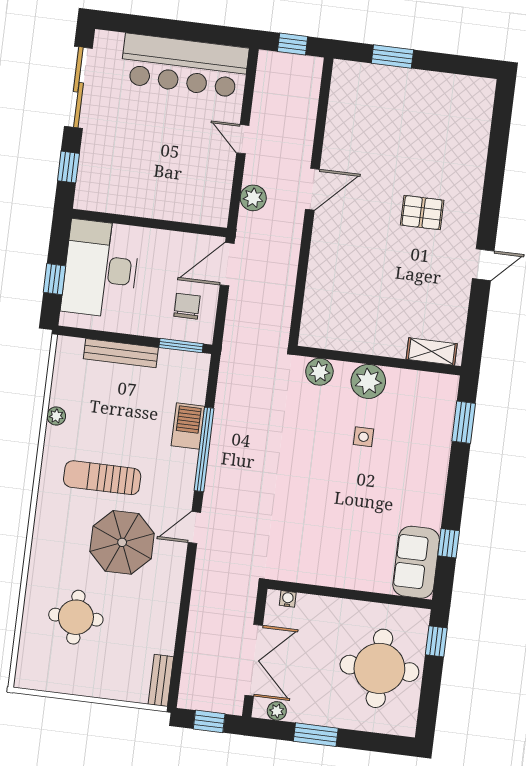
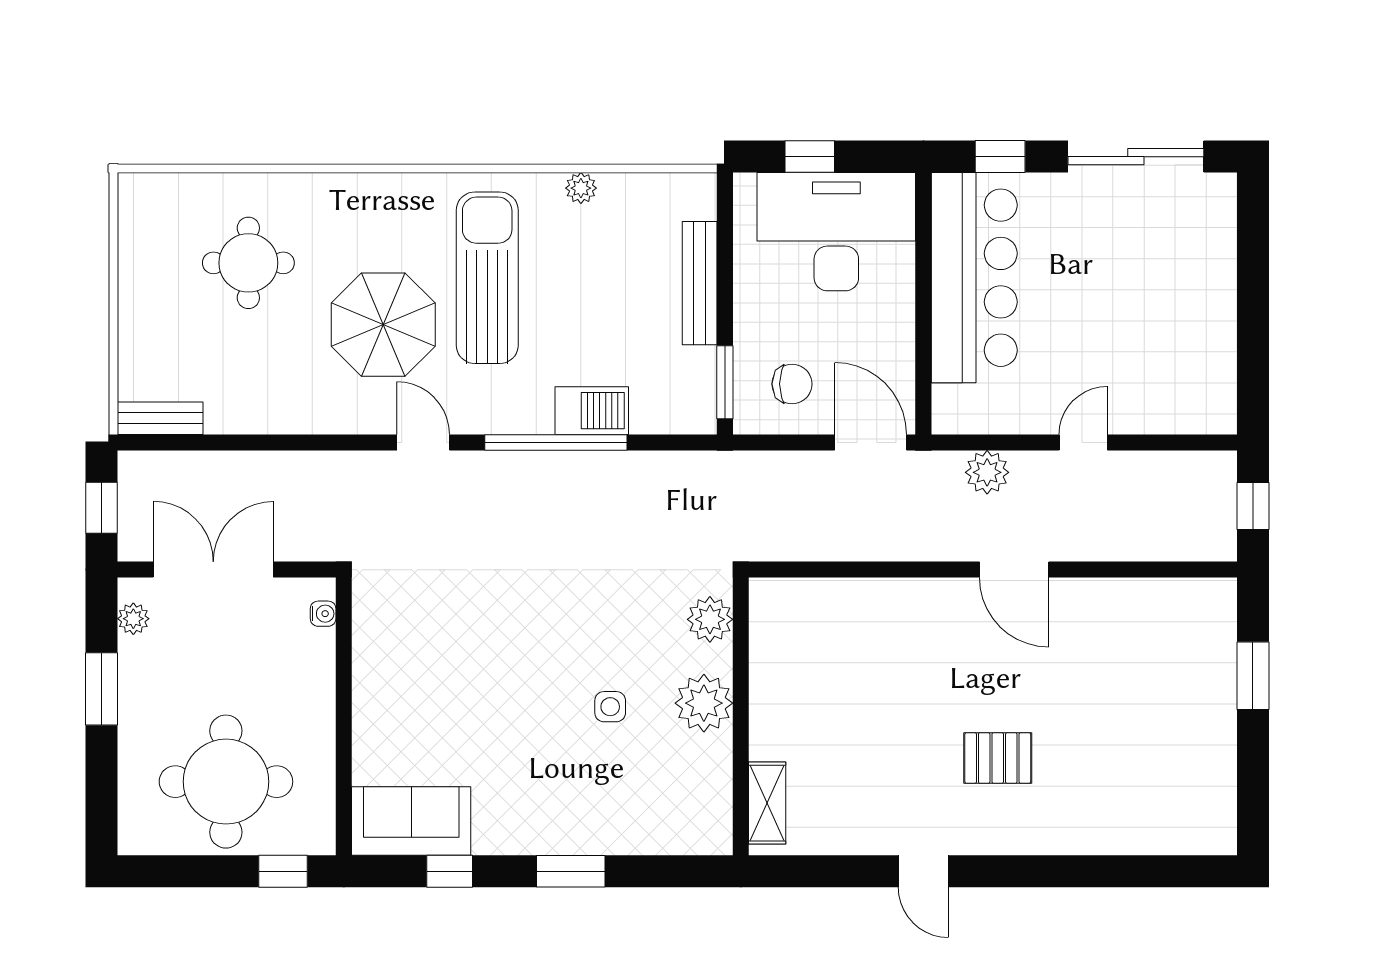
bar counter: (184, 66) -> (974, 278), moved, turned 180
pallet: (422, 213) -> (998, 758), turned 90
window: (464, 422) -> (571, 871), moved
sun lounger: (102, 478) -> (487, 278), width x1.36, depth x1.34
double door: (254, 660) -> (213, 570), swing flipped

